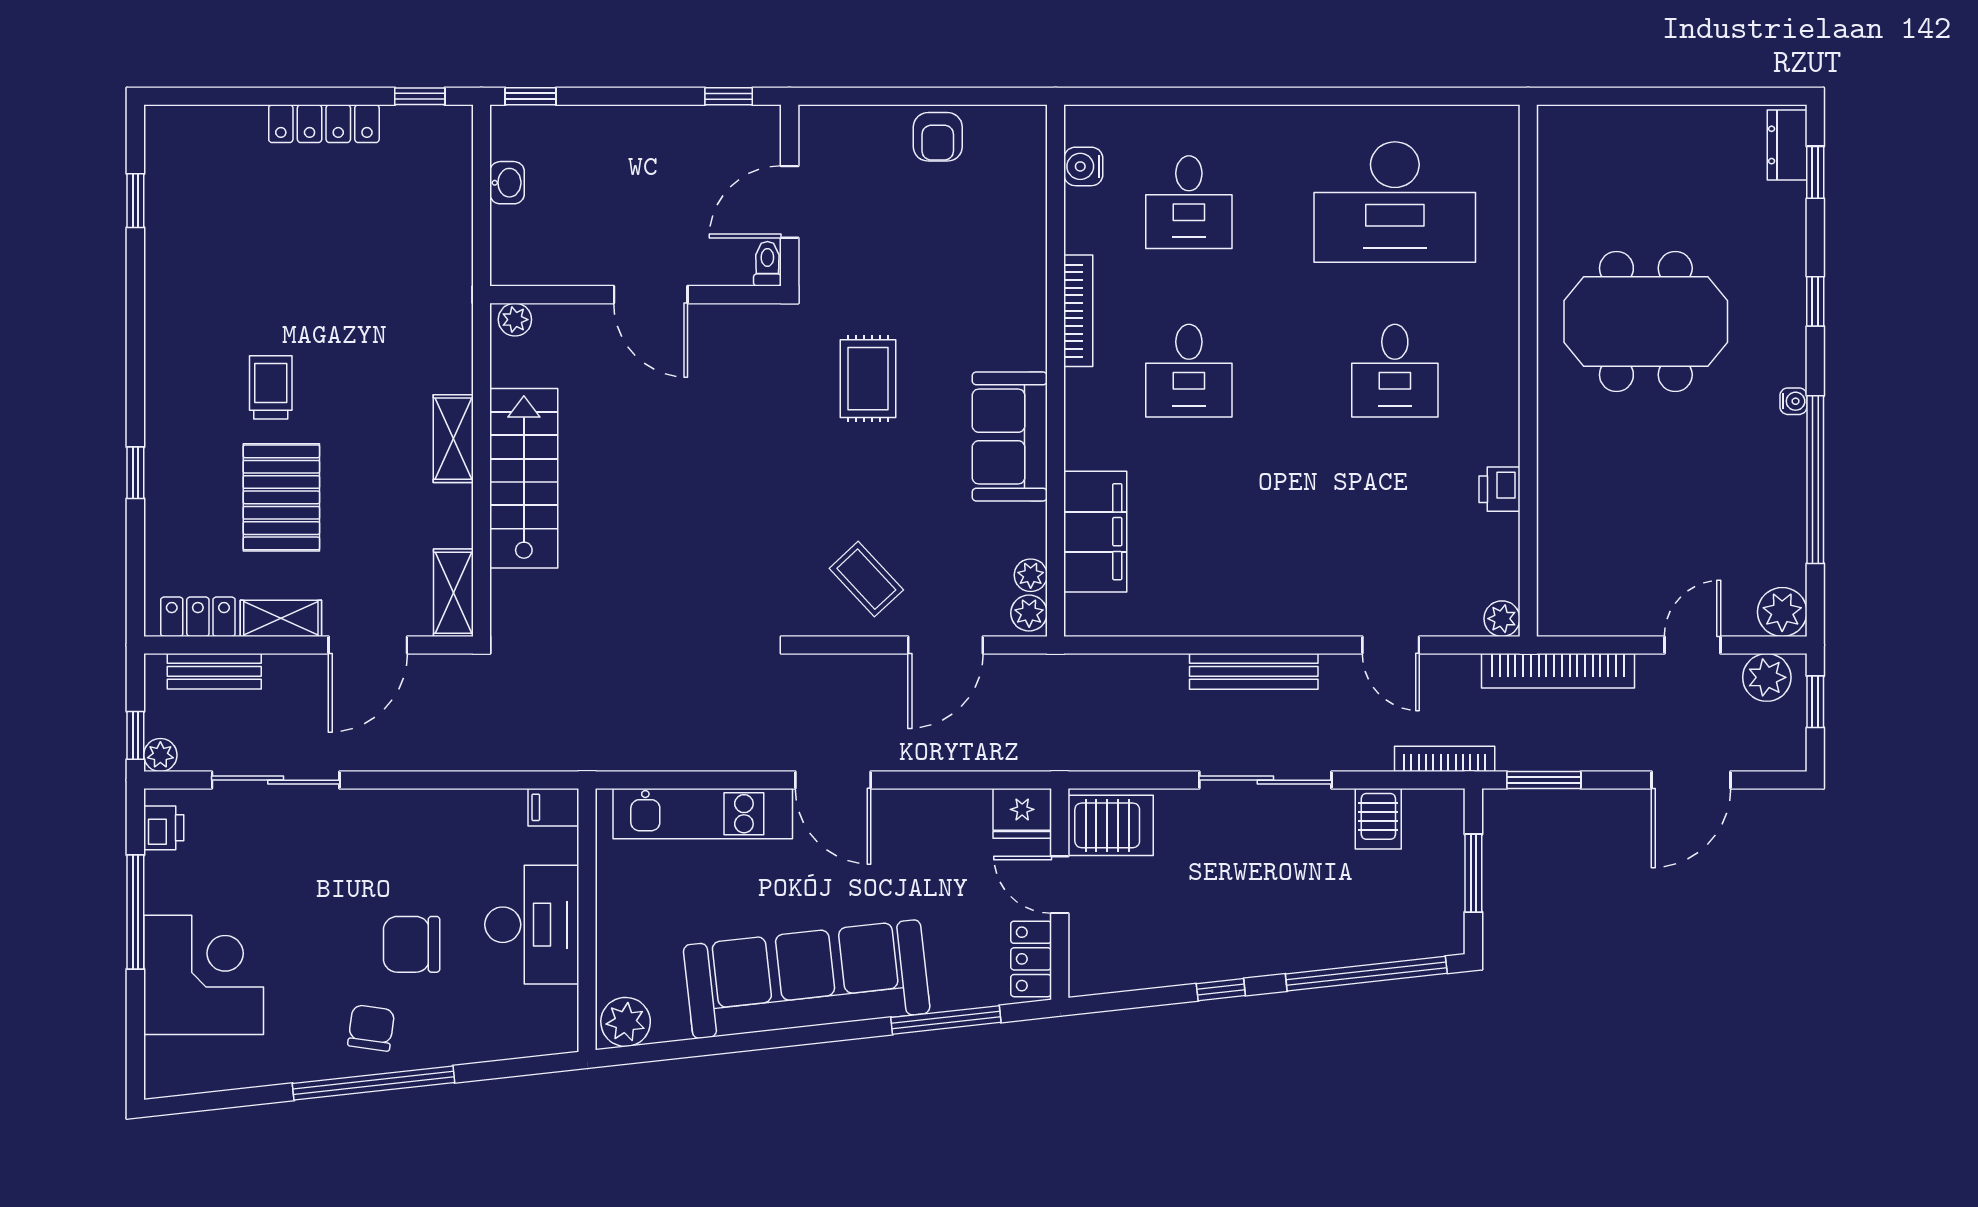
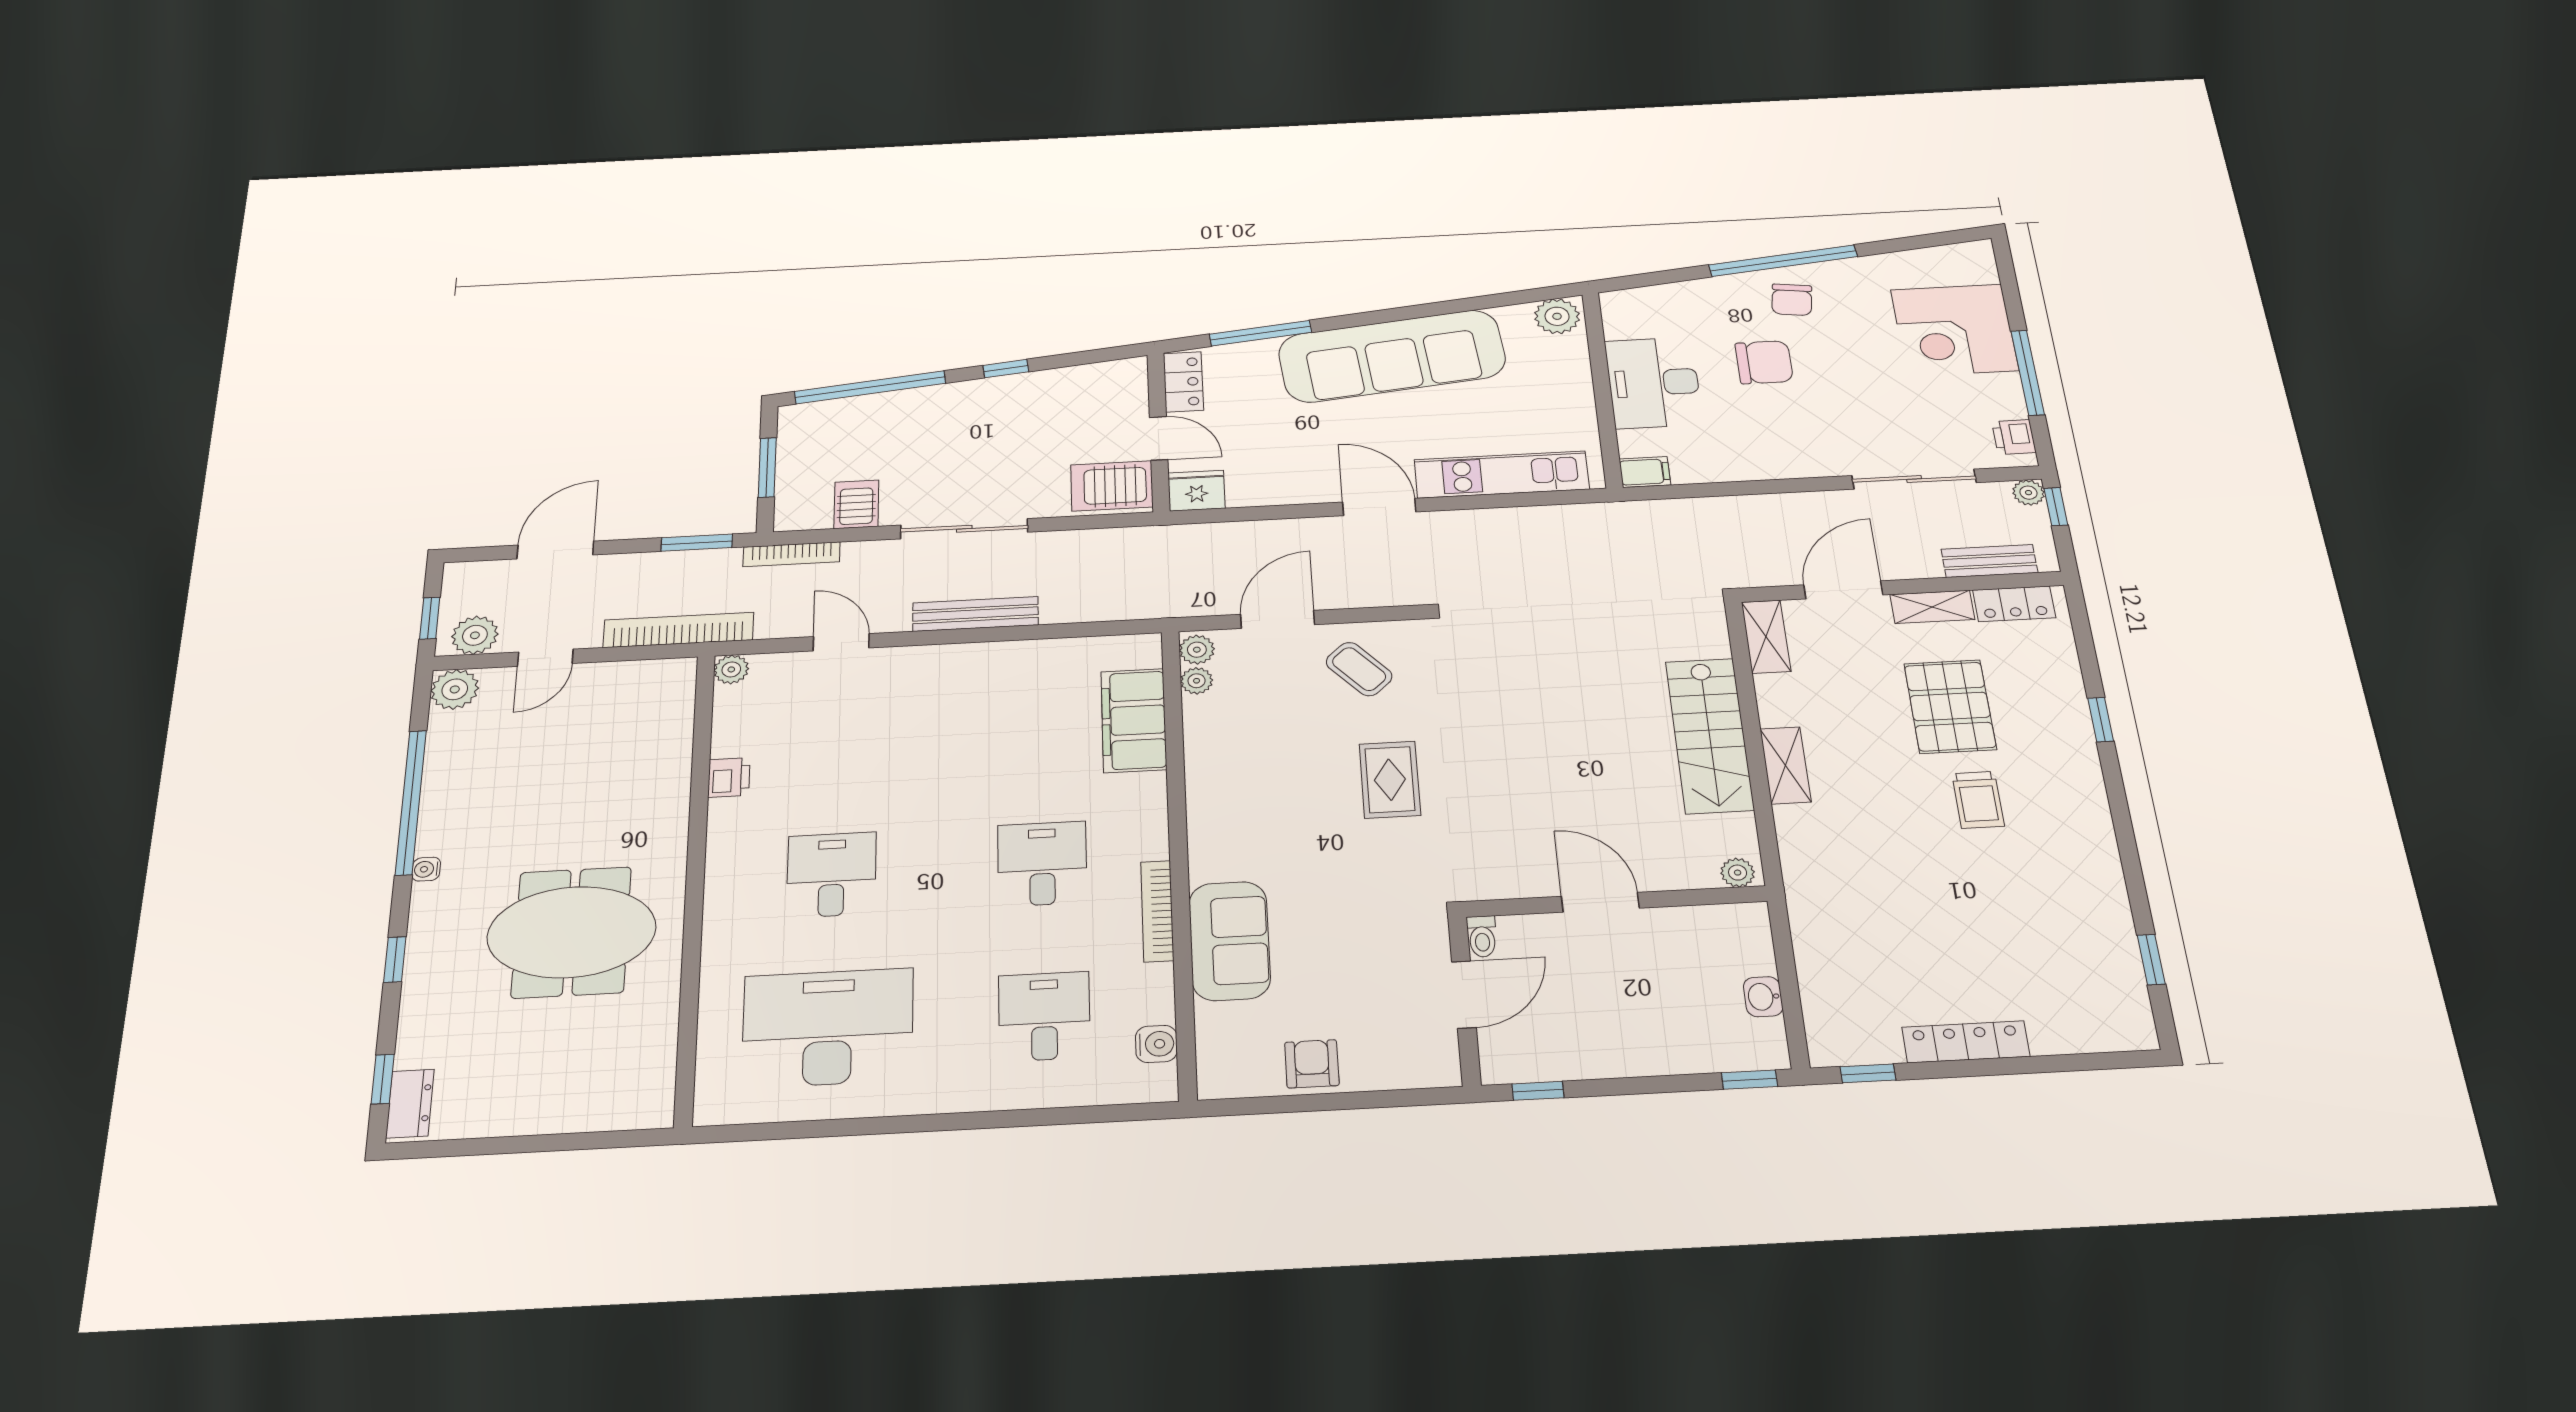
rug: (868, 379) -> (1390, 780), moved
sofa: (1010, 436) -> (1230, 941), moved

